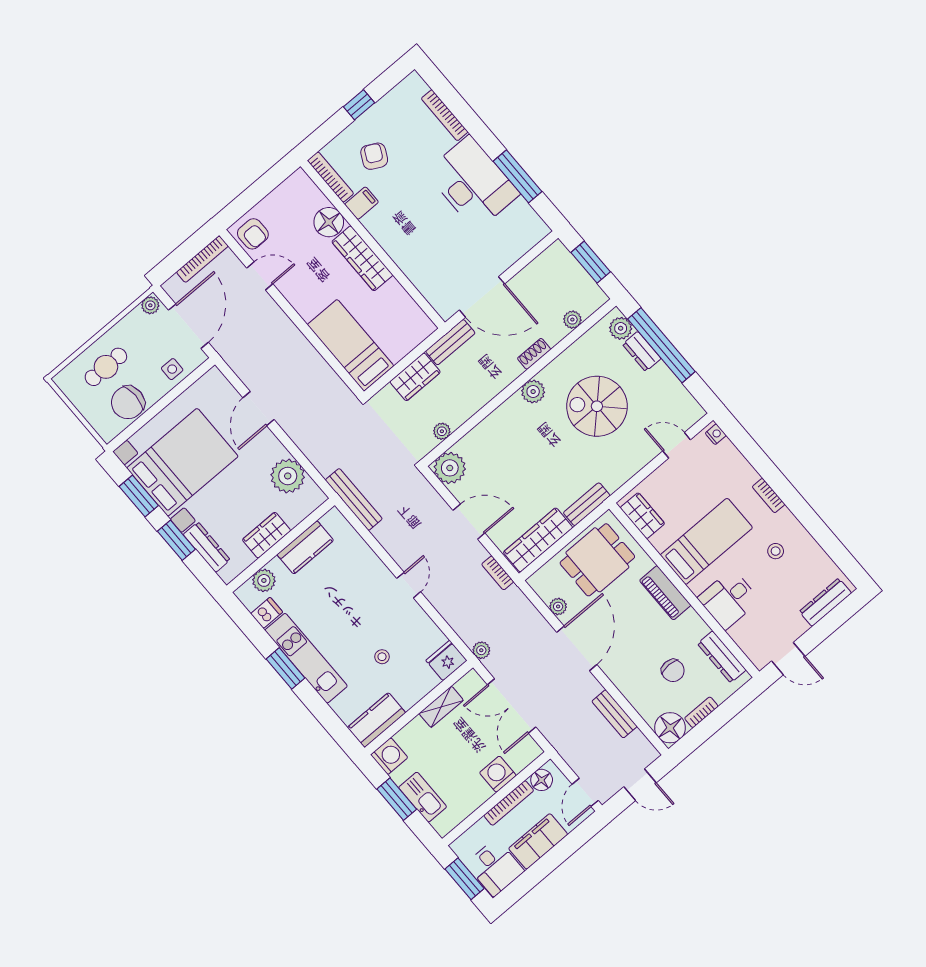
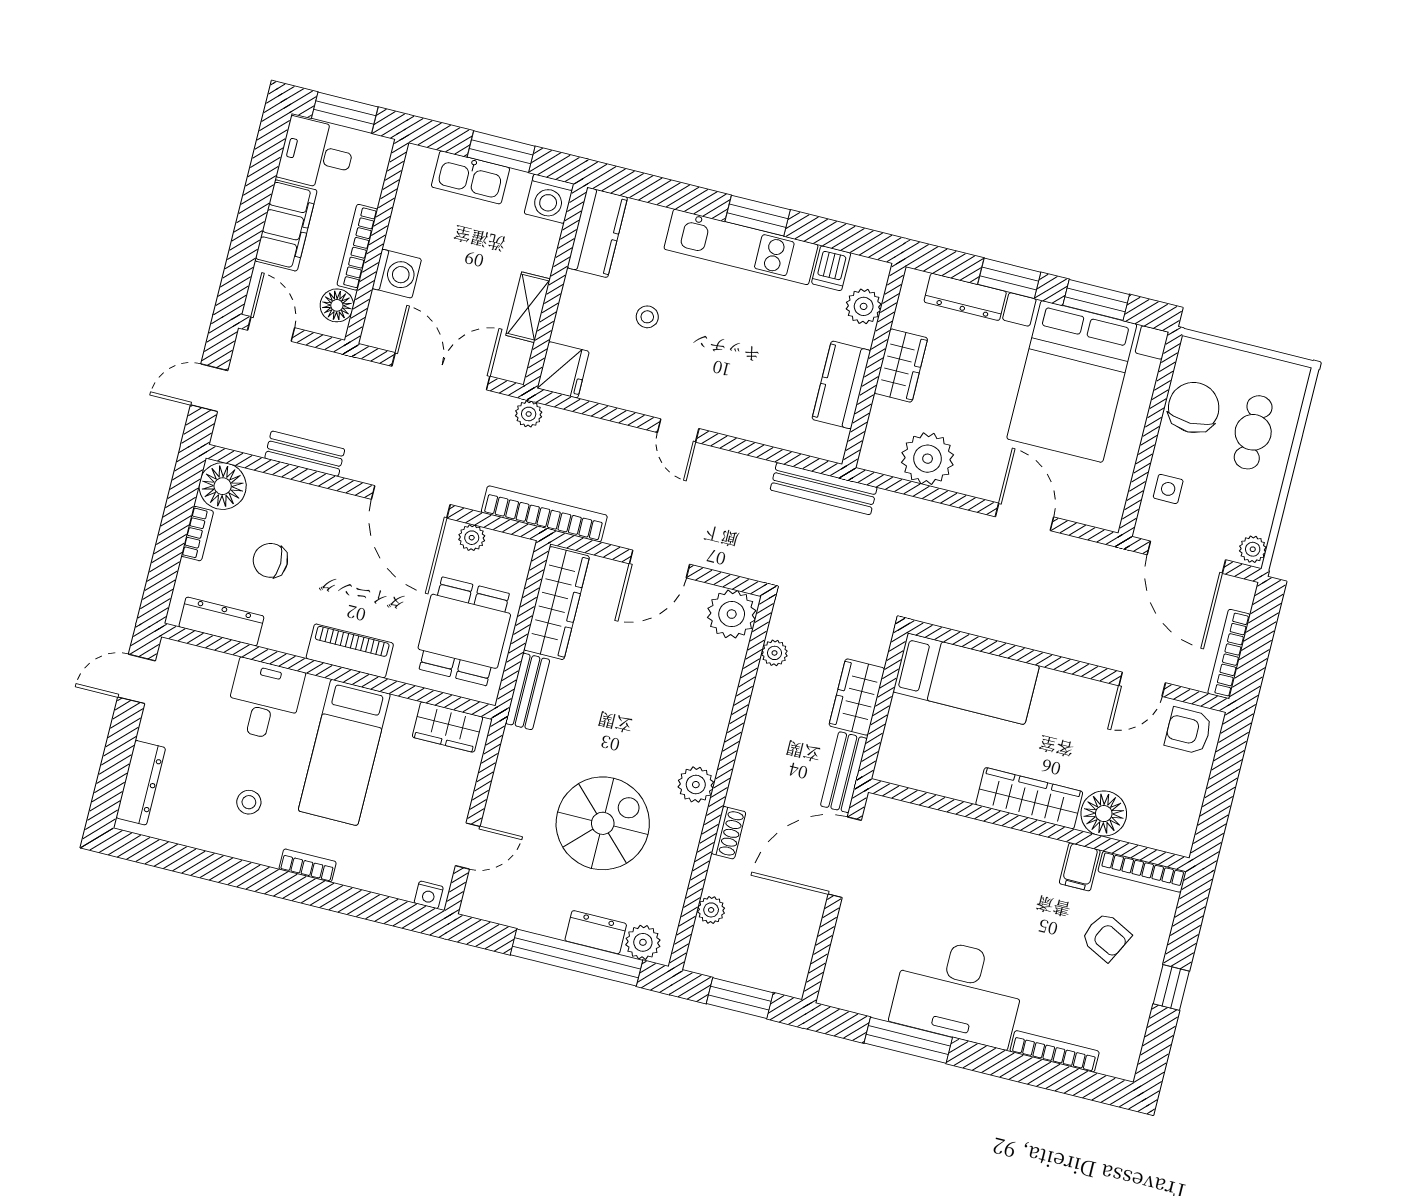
bookcase: (498, 573) -> (544, 514), width x2.31, depth x1.31

